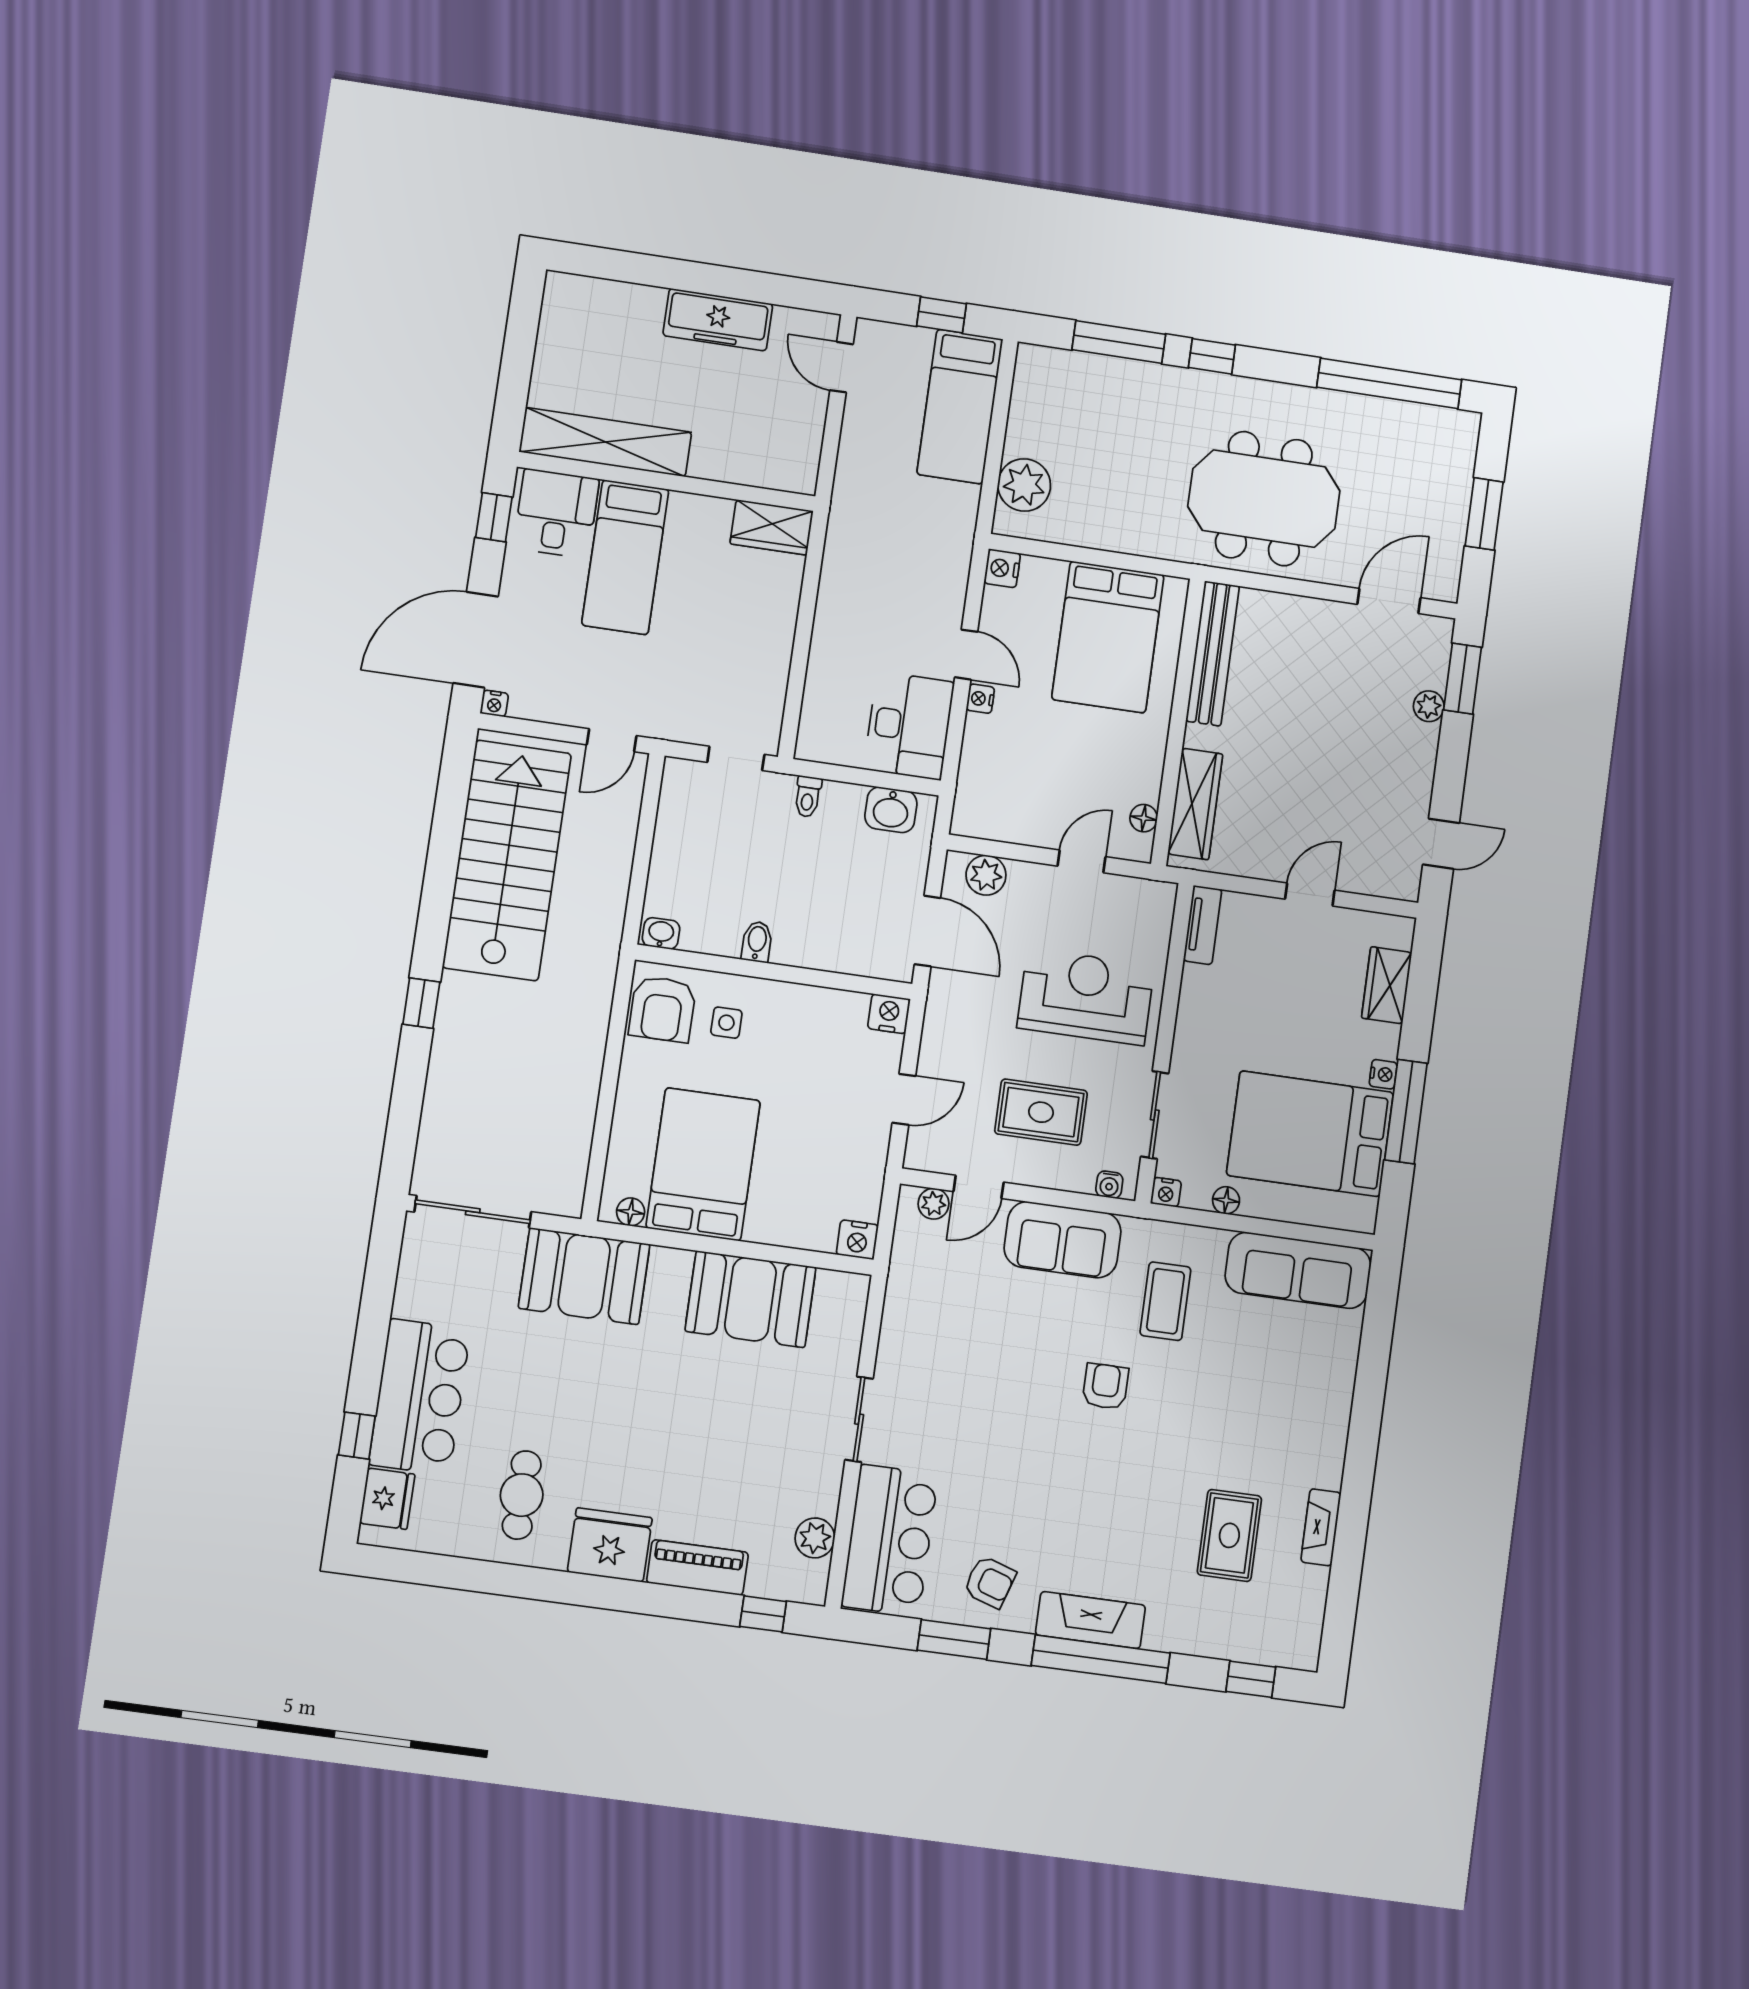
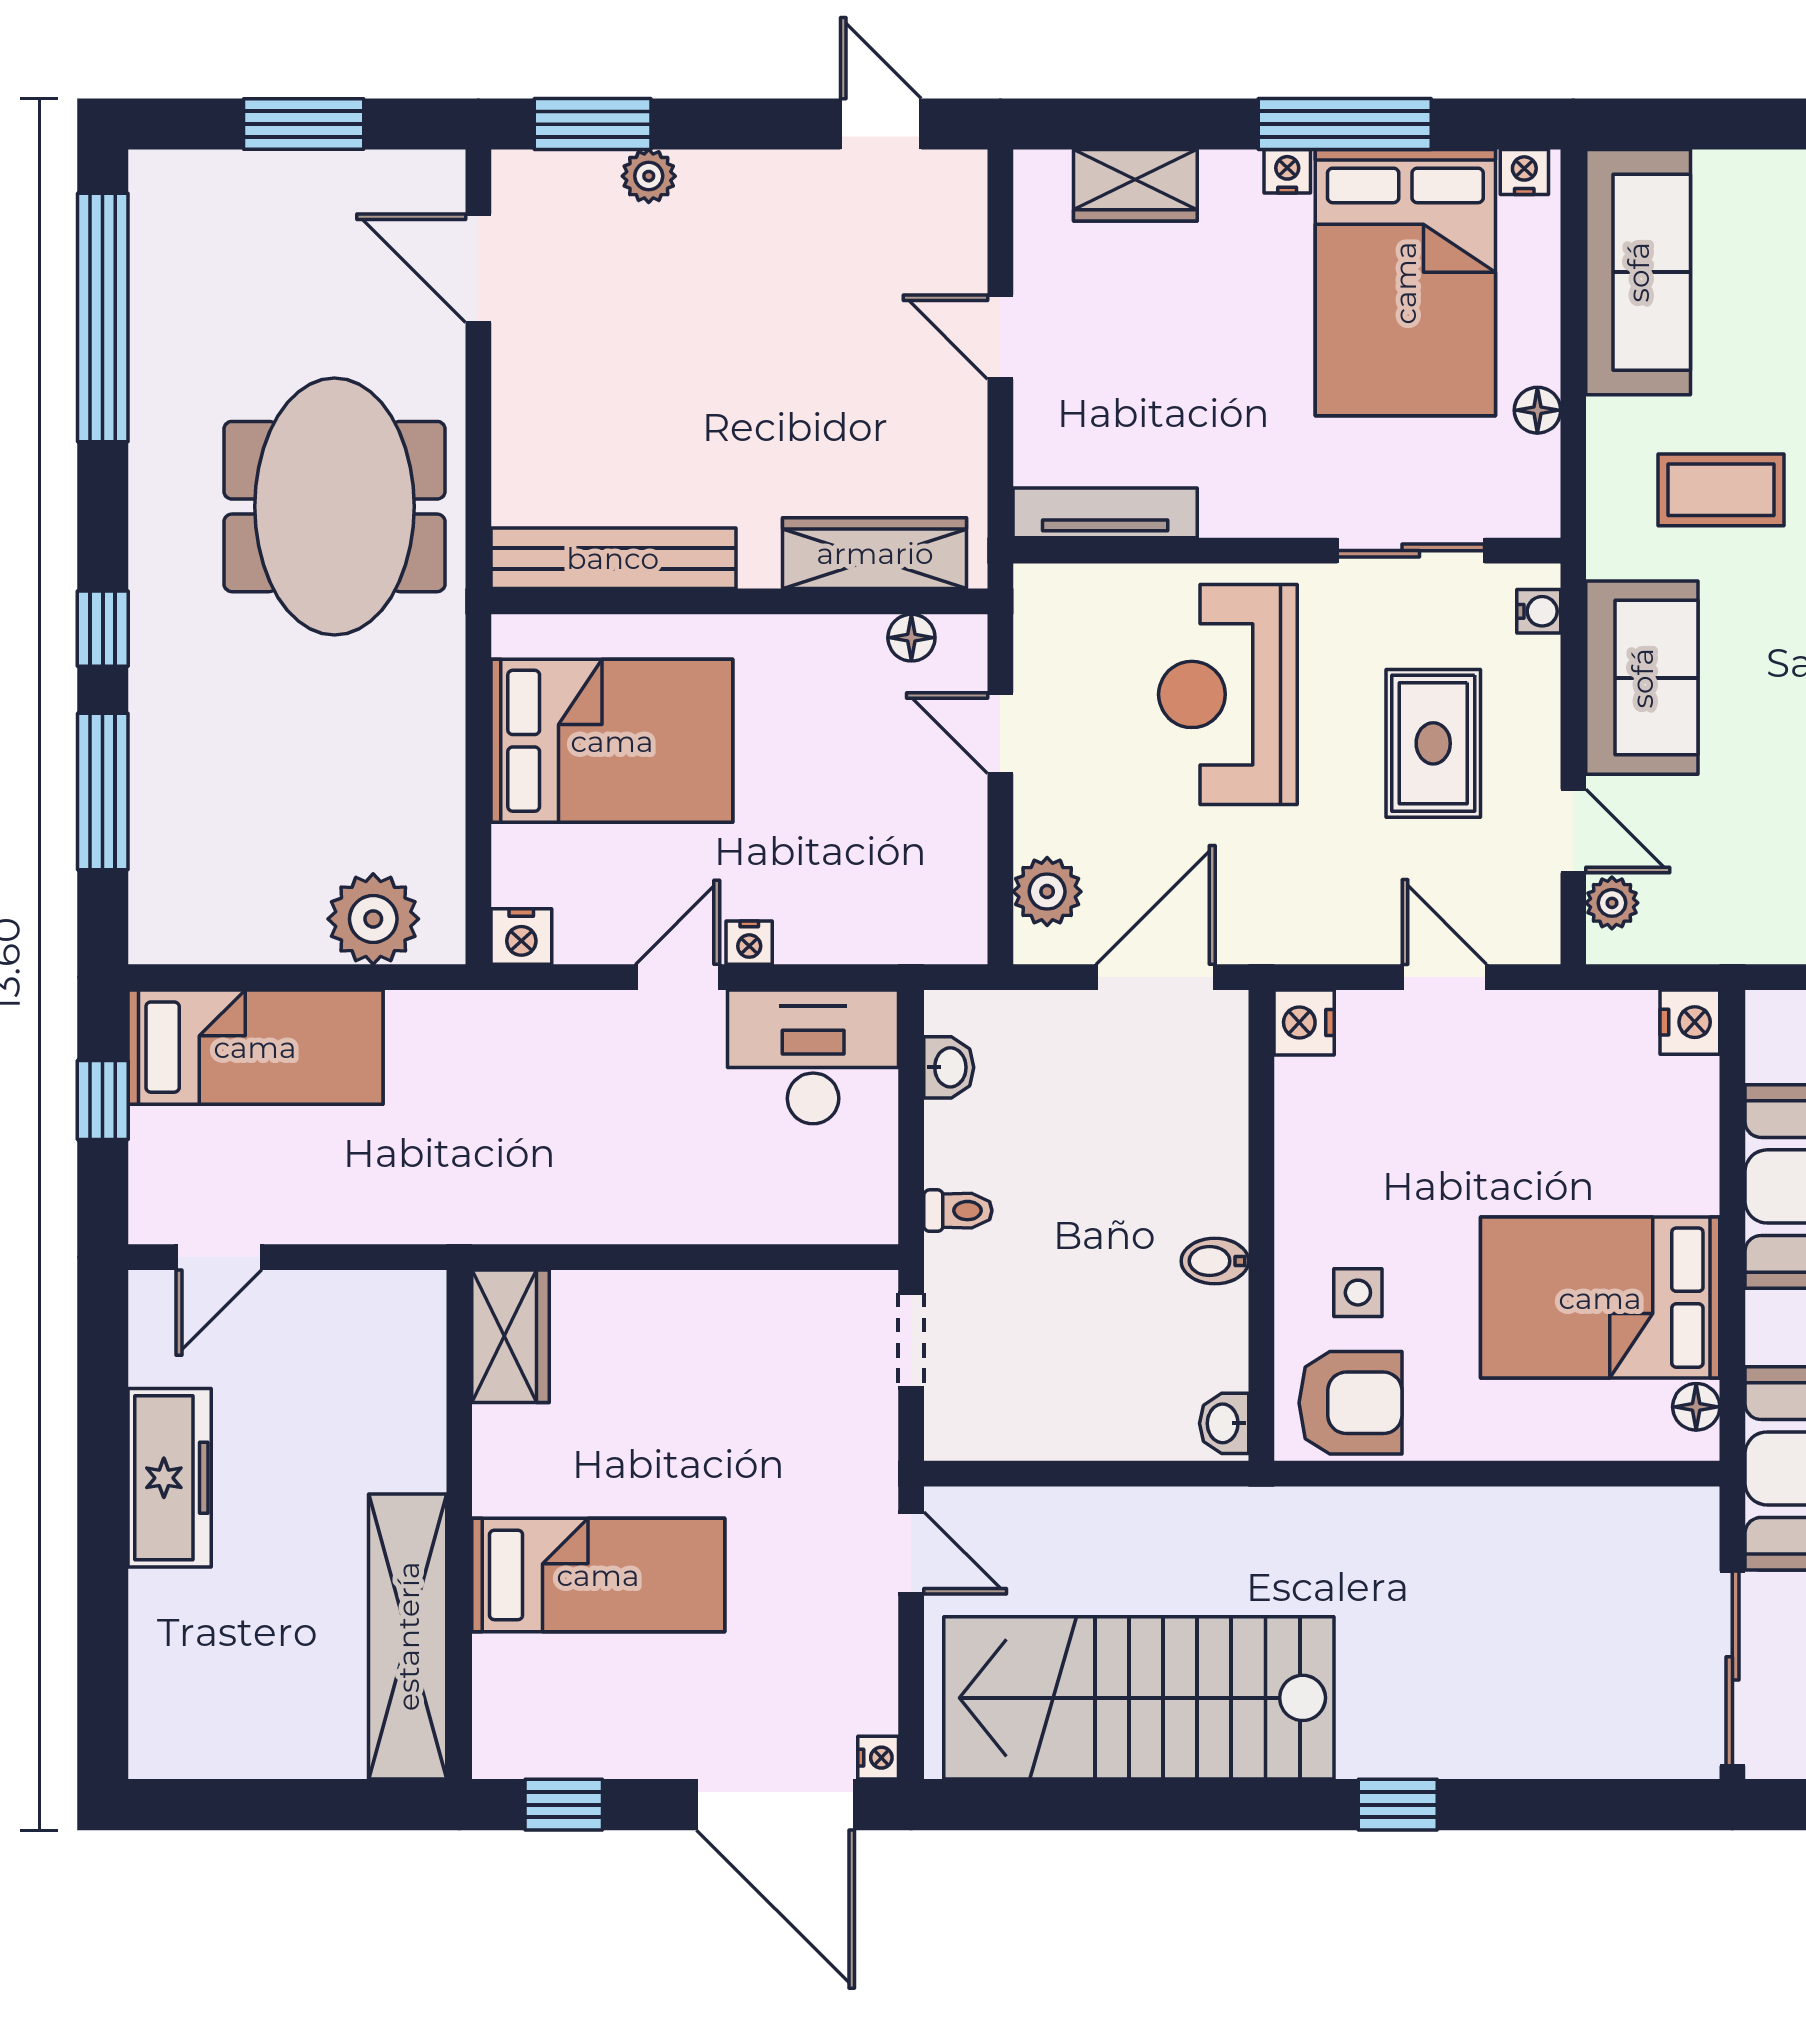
desk: (556, 513) -> (542, 1701), removed
washbasin: (891, 810) -> (949, 1067), width x0.72, depth x0.69
tv unit: (1203, 925) -> (1105, 513), width x1.41
nightstand: (1166, 1192) -> (1524, 172), moved, turned -90

